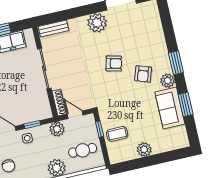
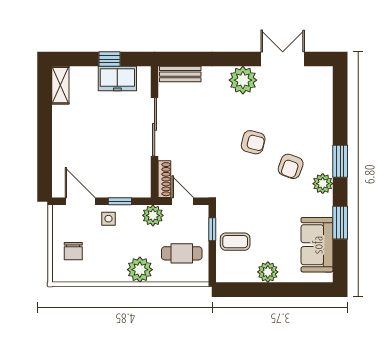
sofa: (170, 108) -> (317, 245), moved

